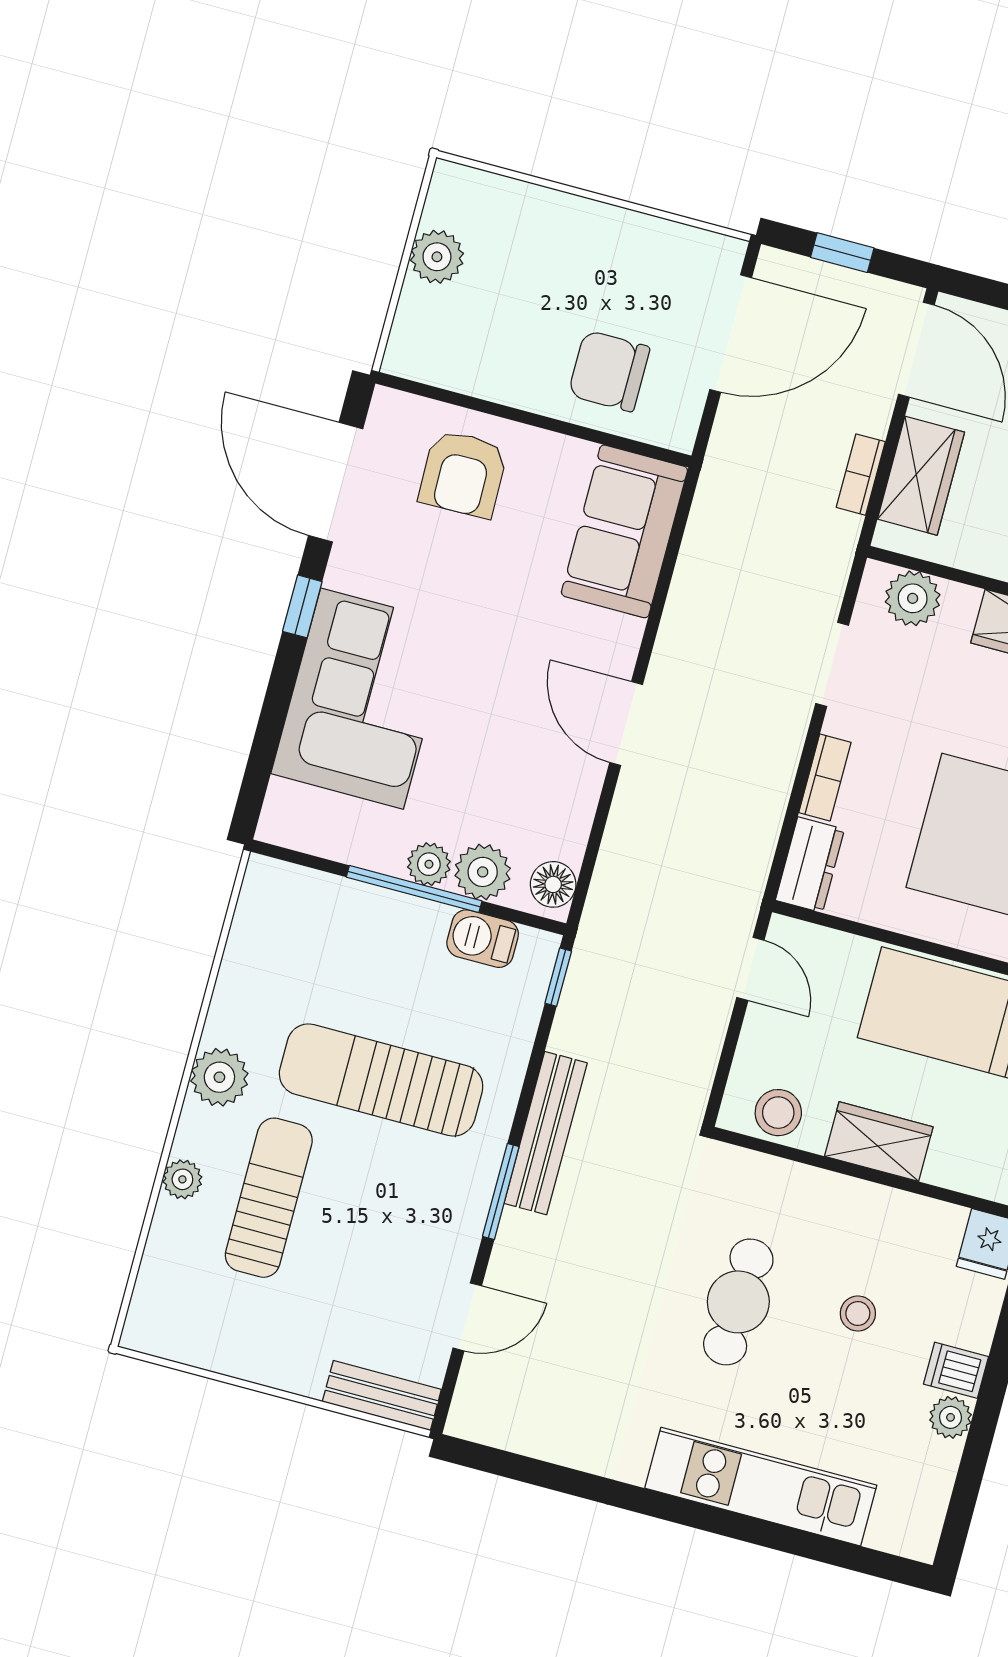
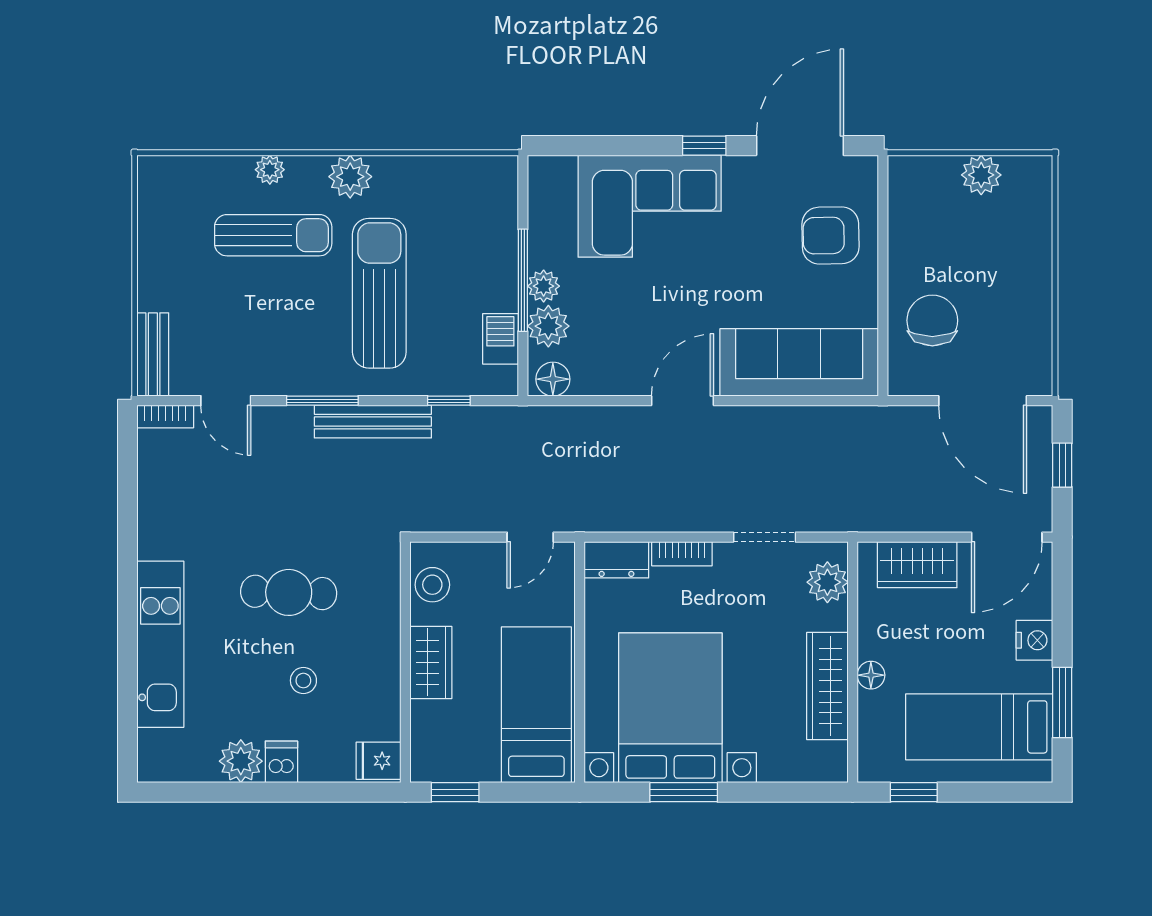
bookcase: (861, 475) -> (165, 417), moved, turned 180
sofa: (624, 531) -> (799, 362), width x1.36
window: (558, 977) -> (449, 401), moved
plant: (950, 1417) -> (241, 761), width x1.38, depth x1.38

